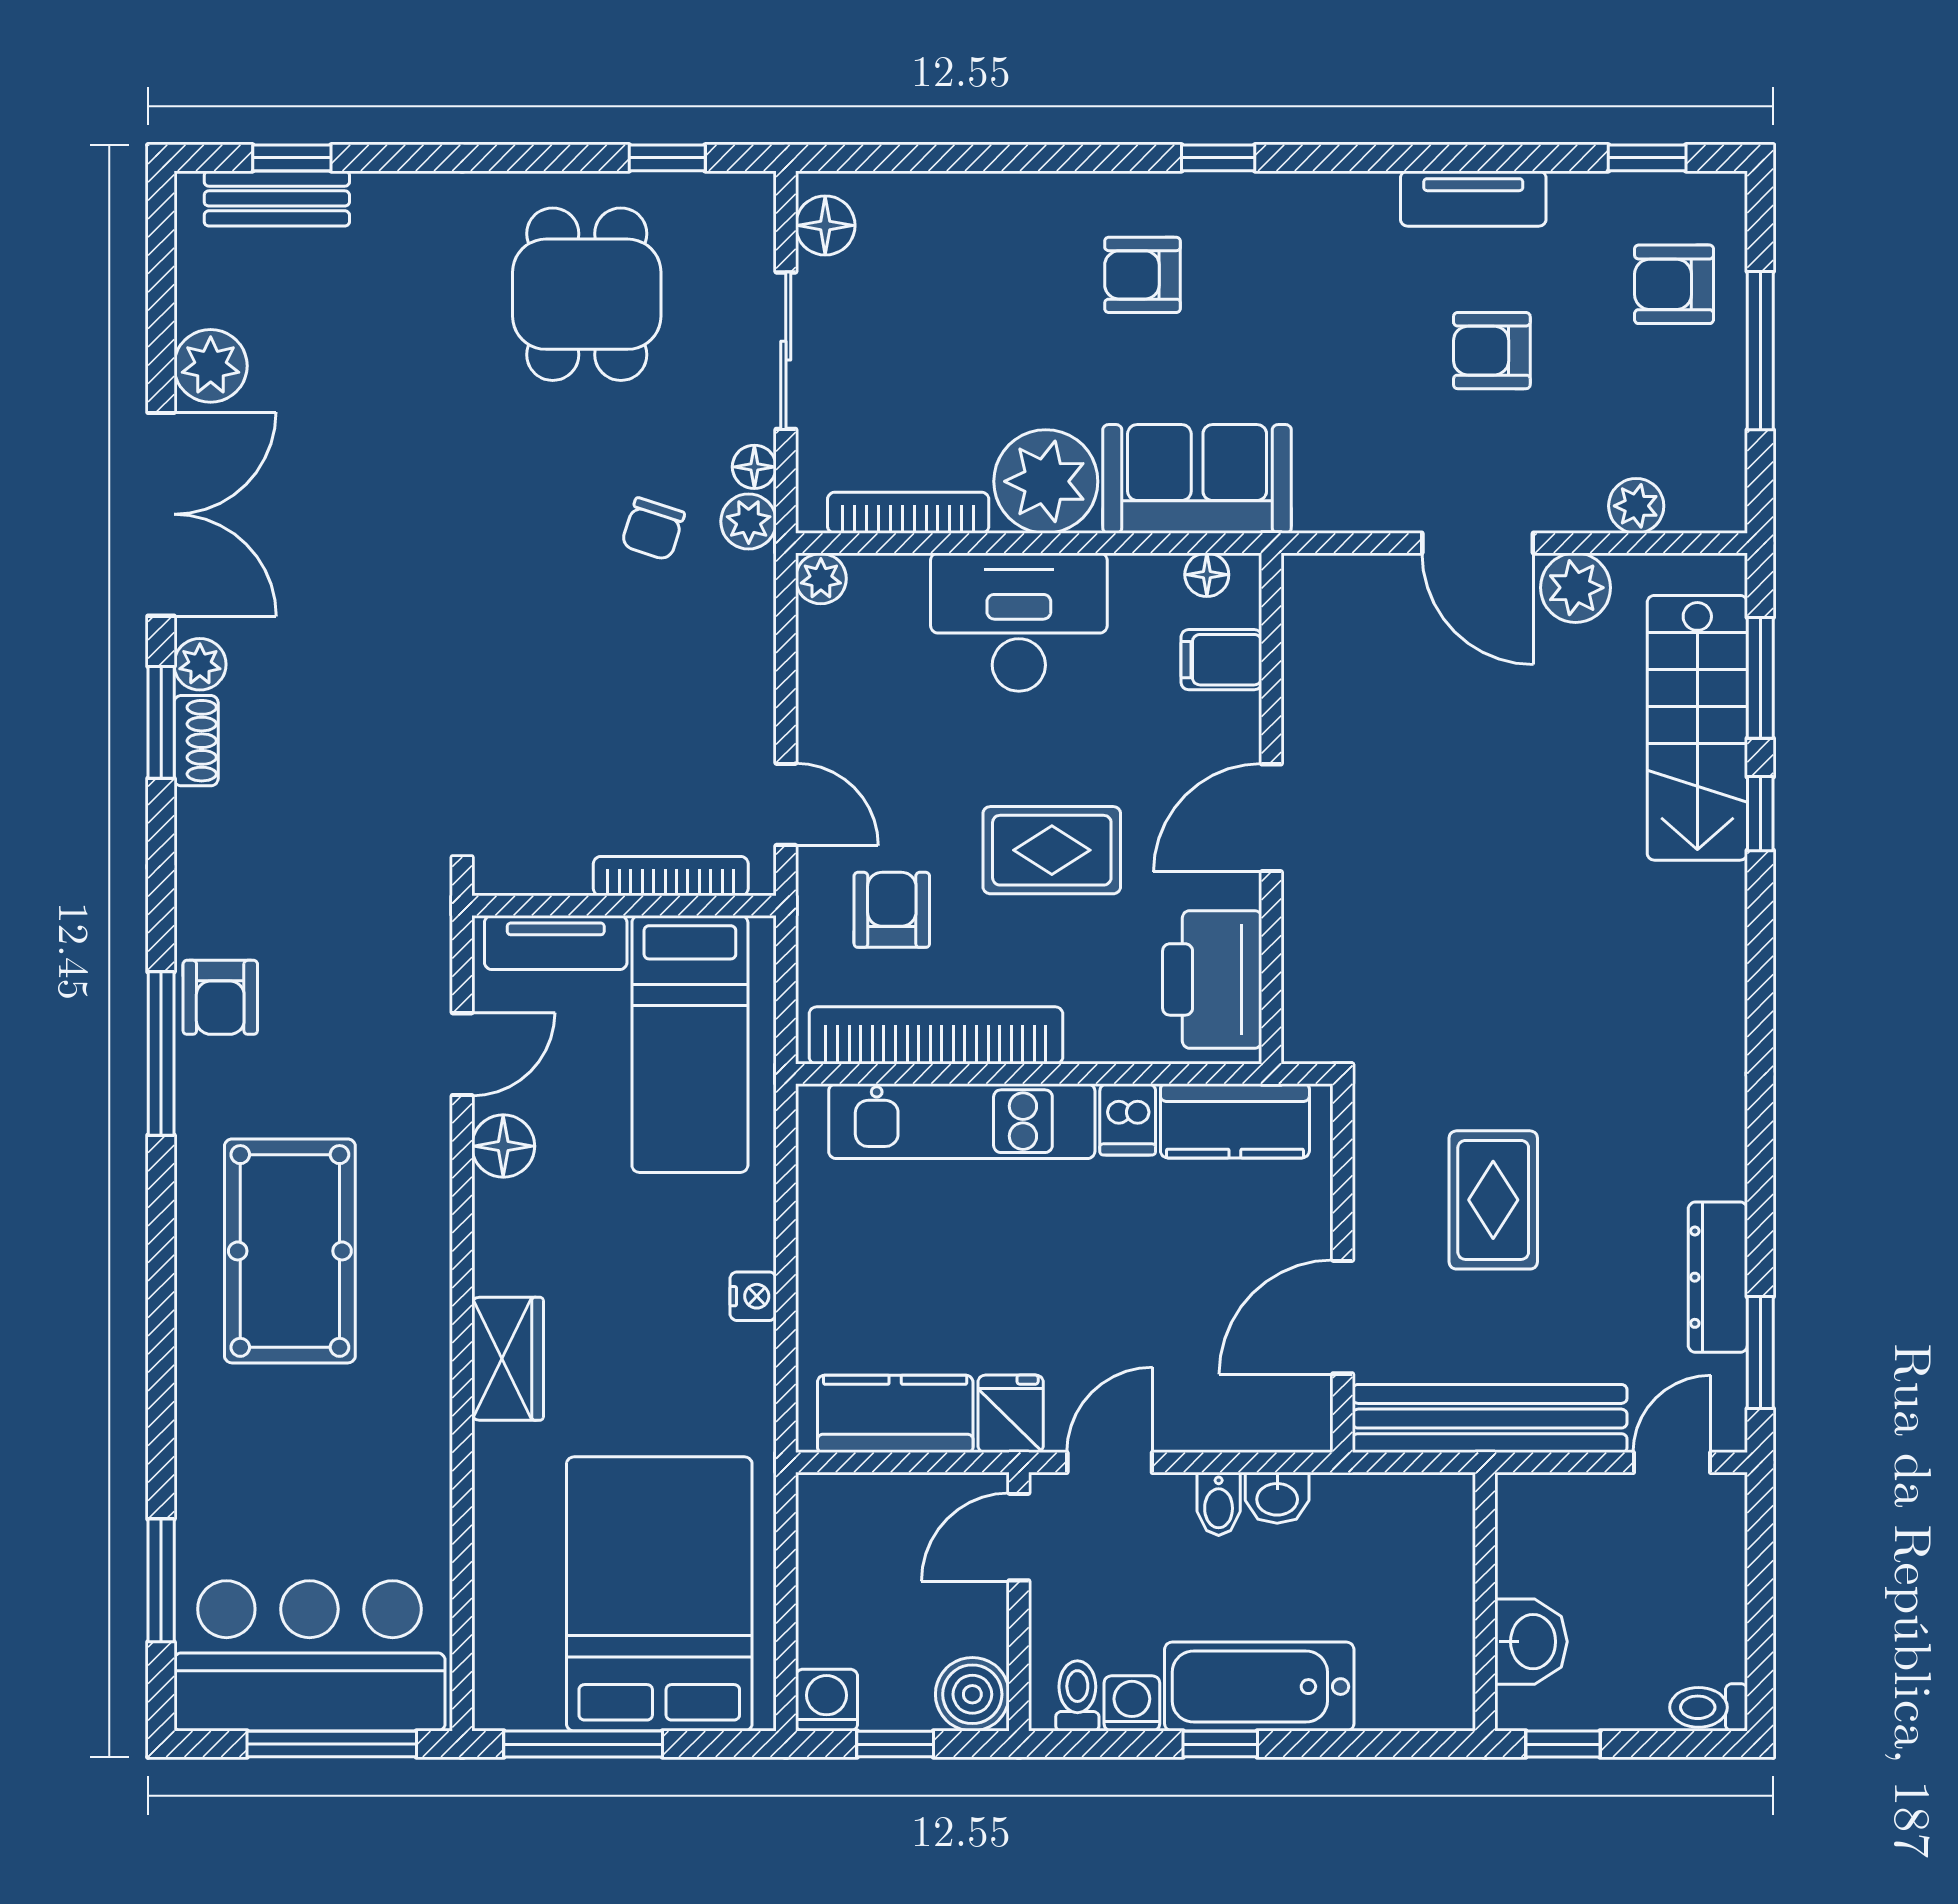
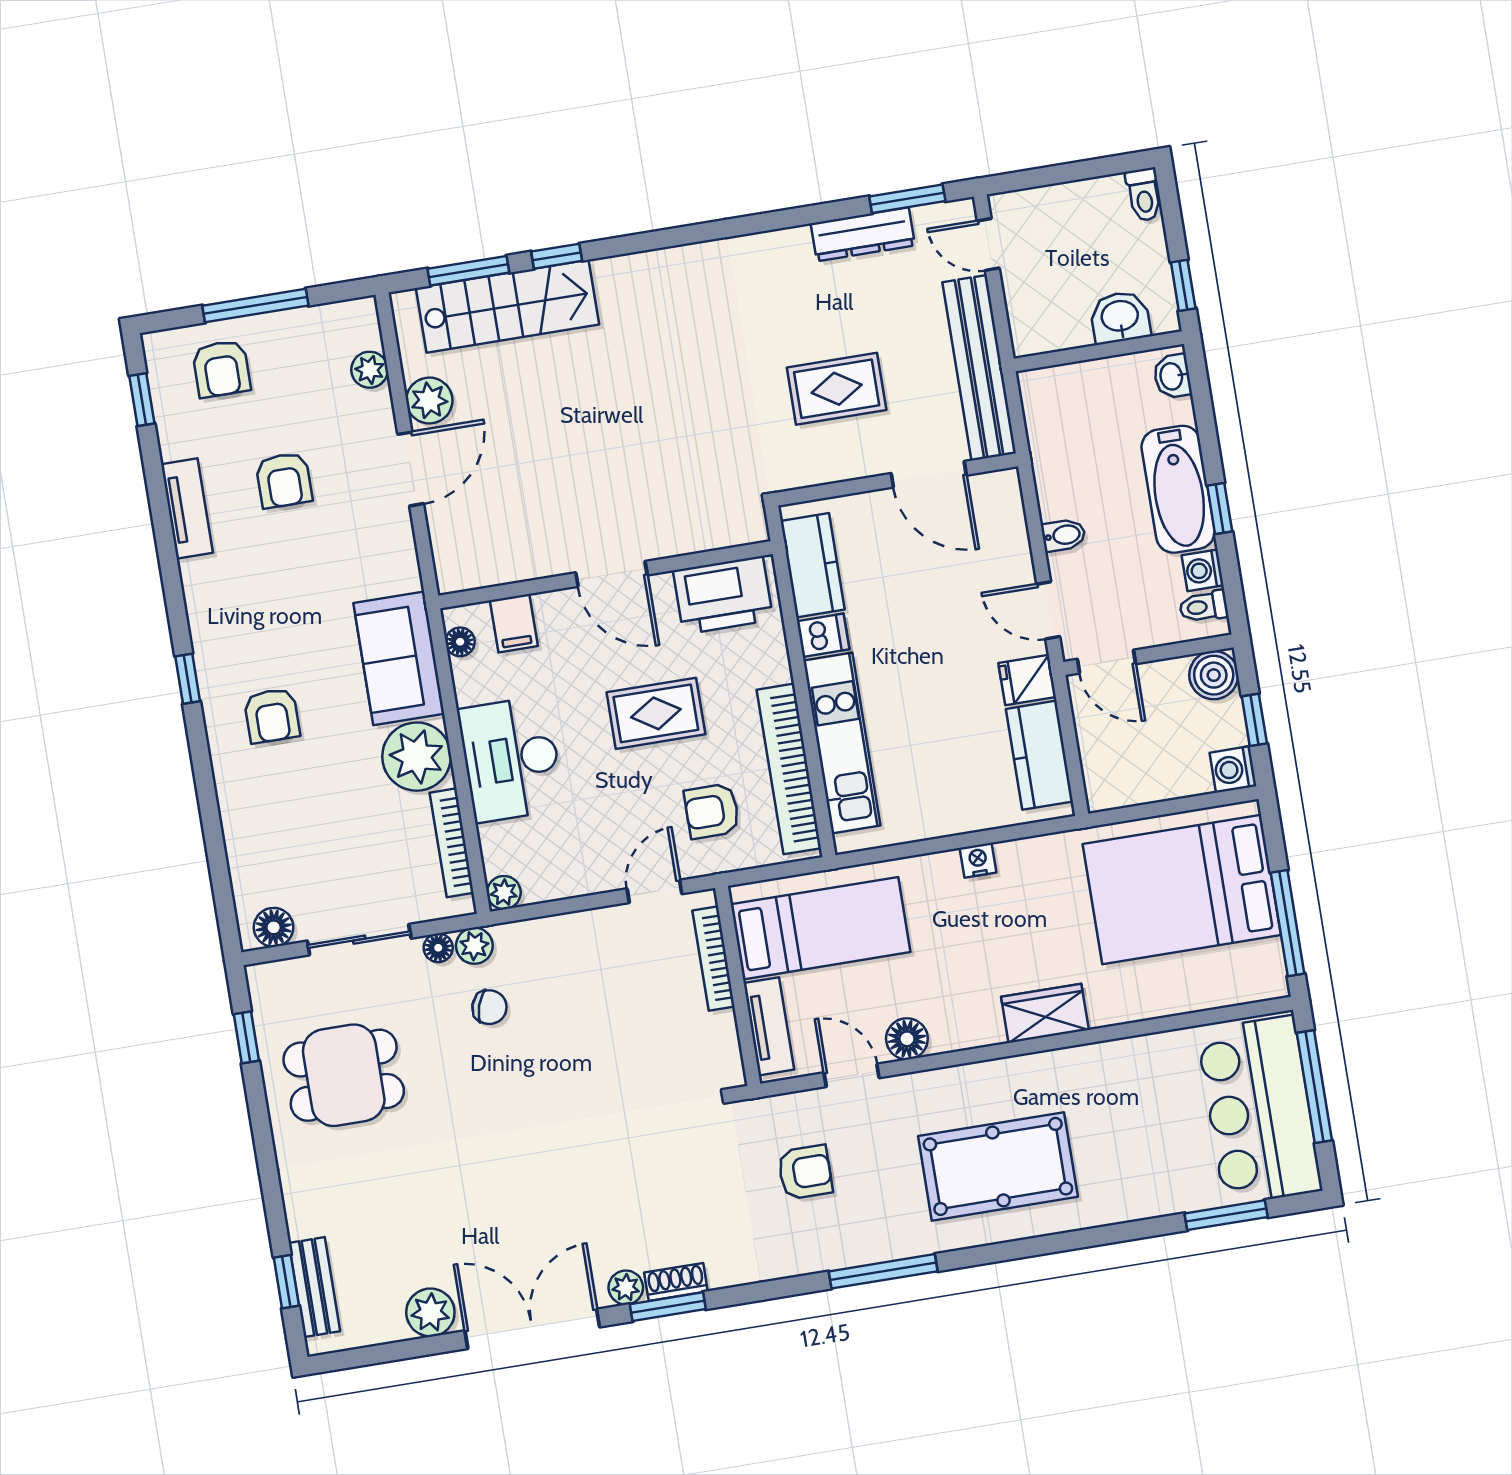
rug: (1052, 850) -> (656, 713), turned 90
armchair: (220, 997) -> (805, 1172), moved
washbasin: (1277, 1498) -> (1172, 376), moved, turned 180

